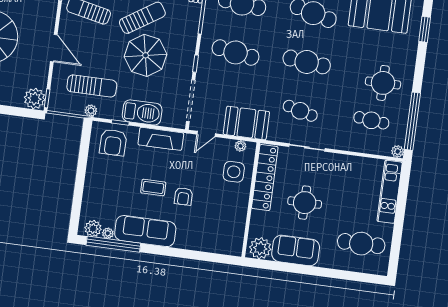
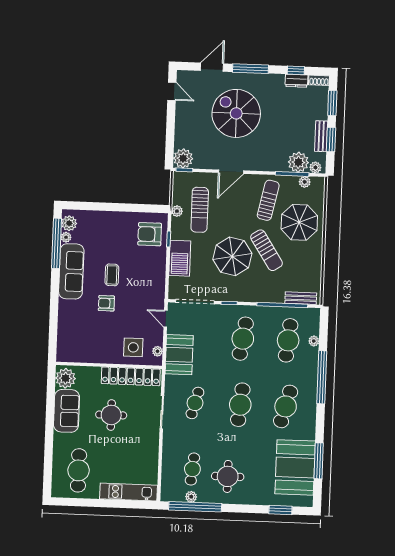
fireplace: (161, 139) -> (157, 278), removed
plant: (398, 151) -> (191, 497), moved

